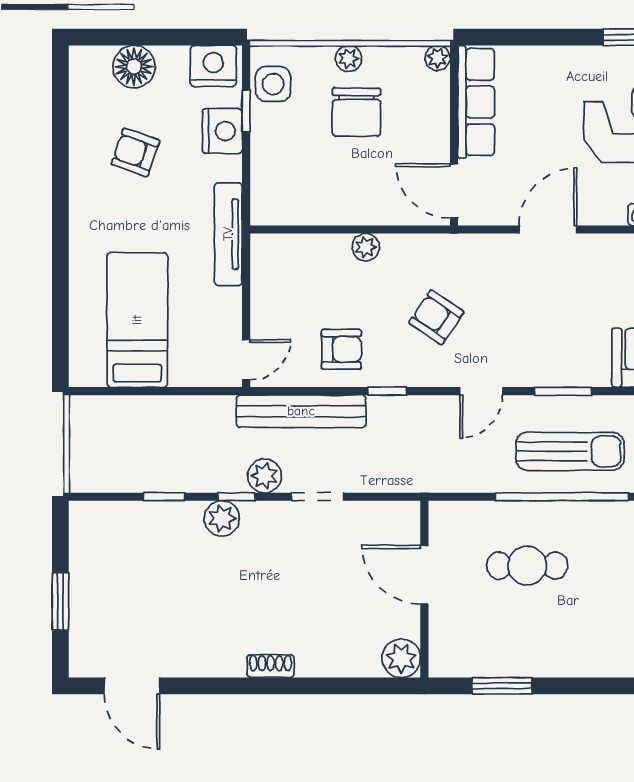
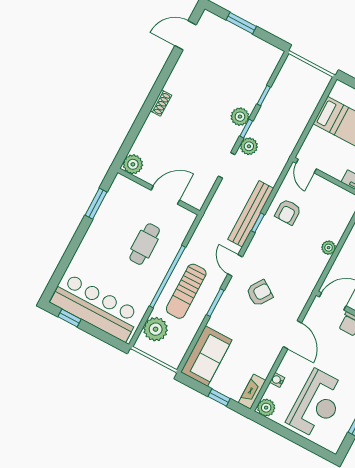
armchair: (436, 317) -> (260, 293), moved
bench: (301, 411) -> (251, 214), moved

